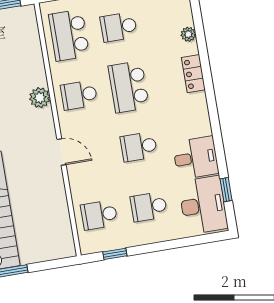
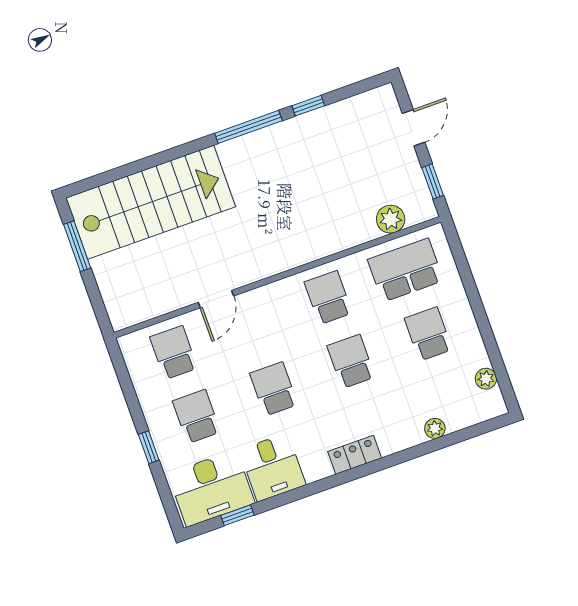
locker: (193, 74) -> (355, 455), moved
school desk: (129, 87) -> (351, 361), width x0.54
plant: (40, 98) -> (391, 219), moved
door: (61, 152) -> (216, 299), moved
window: (115, 254) -> (149, 447), moved

